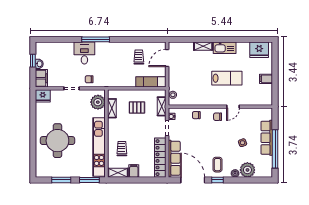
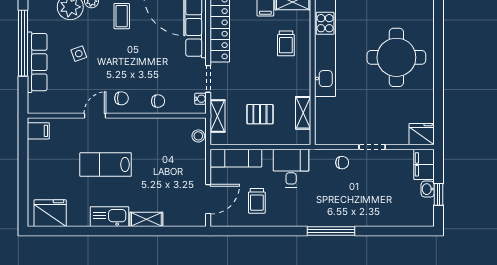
desk: (84, 53) -> (291, 168), moved, turned 180
filing cabinet: (266, 79) -> (38, 131), moved
plant: (98, 102) -> (327, 123), removed

